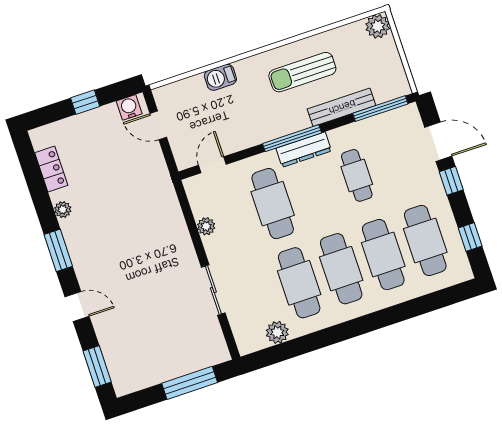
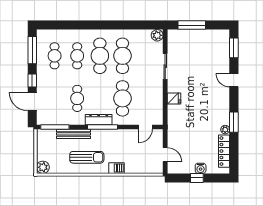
barbecue: (220, 77) -> (116, 168), moved
water cooler: (129, 107) -> (201, 168), moved
locker: (51, 169) -> (224, 151), width x1.53
plant: (206, 226) -> (158, 98), removed
fridge: (177, 235) -> (174, 99), added
window: (470, 237) -> (32, 50), width x2.17
cafe table: (425, 241) -> (55, 56), width x0.73, depth x0.74
window: (58, 250) -> (234, 122), moved
cafe table: (383, 255) -> (77, 56), width x0.73, depth x0.74
plant: (277, 332) -> (157, 35), moved

